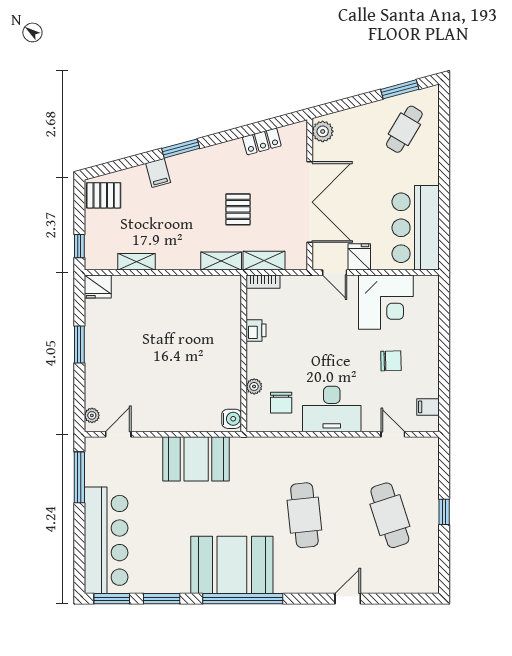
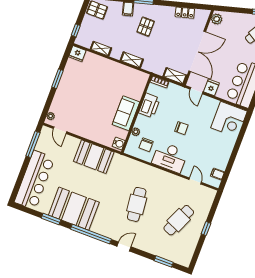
pallet: (238, 209) -> (146, 27), moved
shelving: (221, 261) -> (132, 60), moved
shelving: (264, 261) -> (175, 76), moved
corner desk: (386, 302) -> (229, 119), moved
printer: (256, 330) -> (149, 105), width x1.87, depth x1.48
sofa: (224, 360) -> (126, 113), added
chair: (391, 361) -> (181, 128), moved
door: (118, 434) -> (60, 130), swing flipped
cafe table: (390, 515) -> (179, 220), turned 42
booth: (232, 565) -> (74, 209), moved
window: (112, 599) -> (164, 261), moved
door: (348, 599) -> (124, 247), moved

